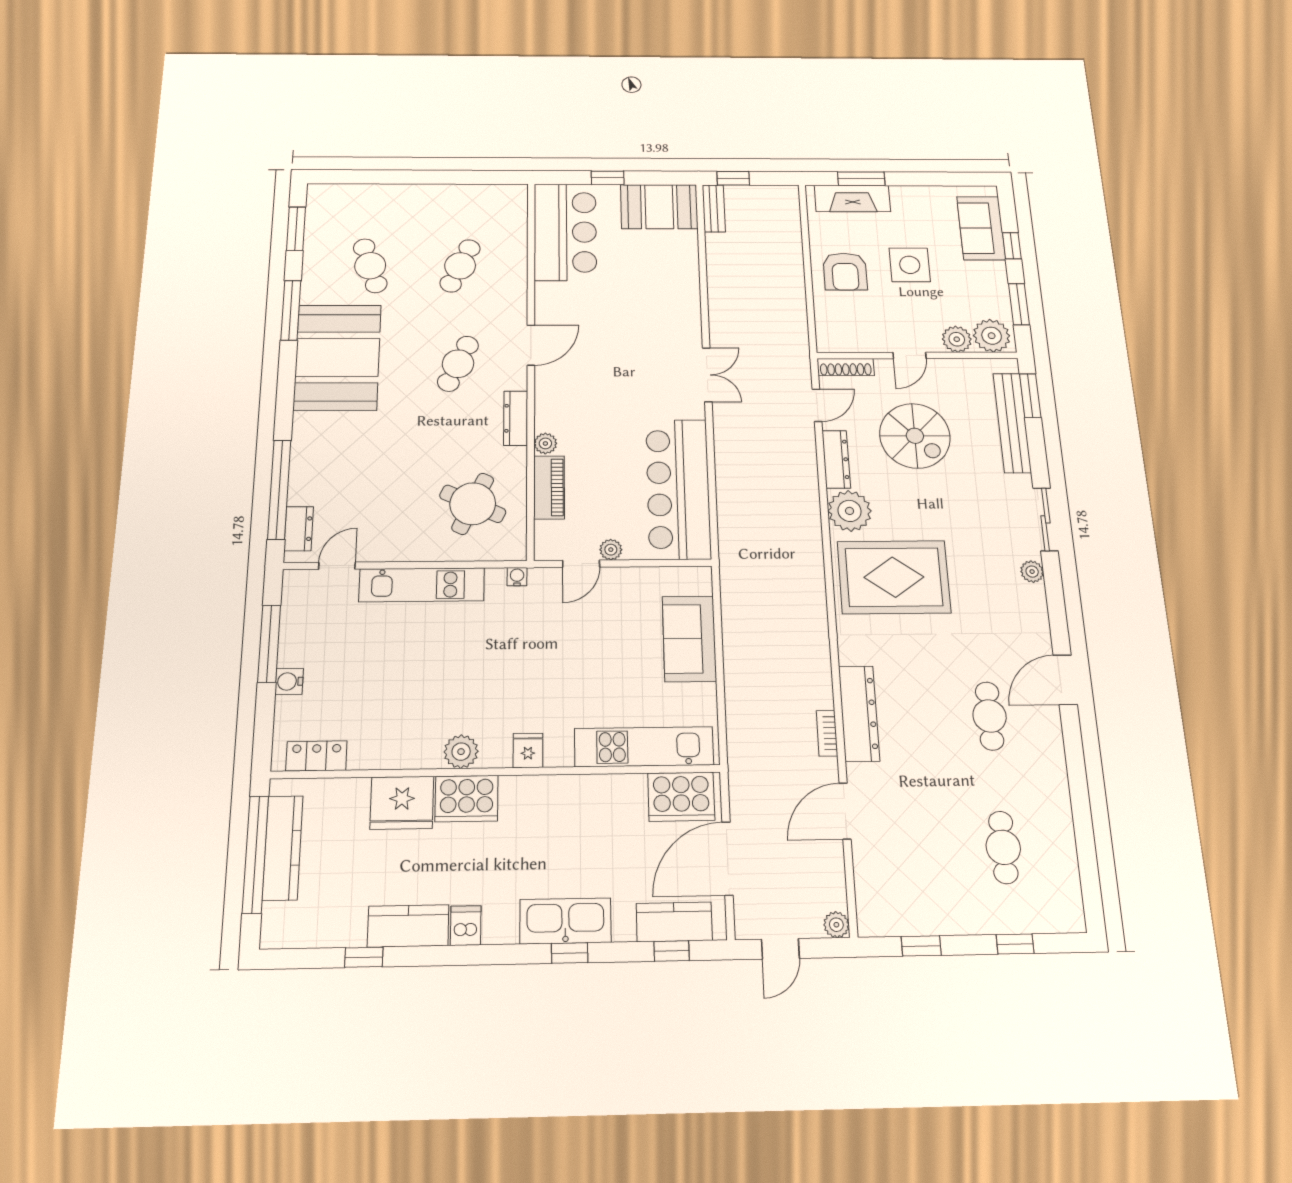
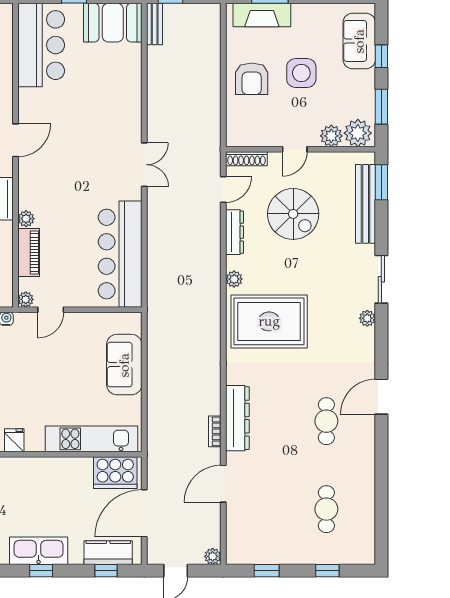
plant: (850, 511) -> (234, 279), width x0.53, depth x0.53
plant: (611, 550) -> (26, 299), moved

